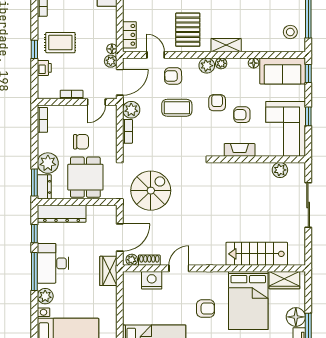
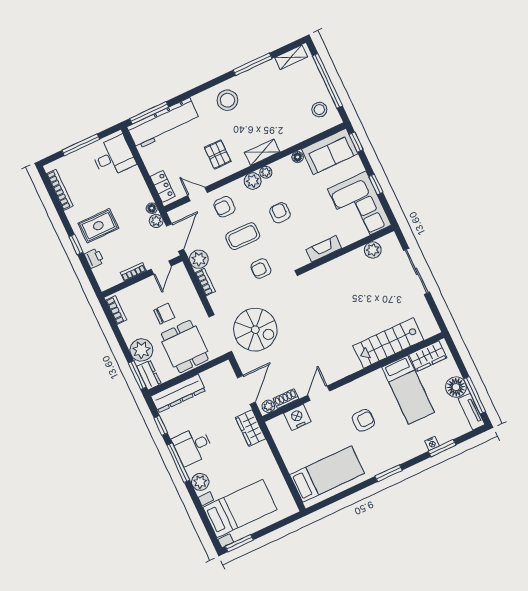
pallet: (188, 30) -> (218, 154), width x0.67, depth x0.71
armchair: (242, 115) -> (261, 269), moved
spiral stairs: (151, 191) -> (255, 330), turned 90
desk: (53, 263) -> (193, 446), width x0.73
bed: (248, 301) -> (408, 390), width x0.67

